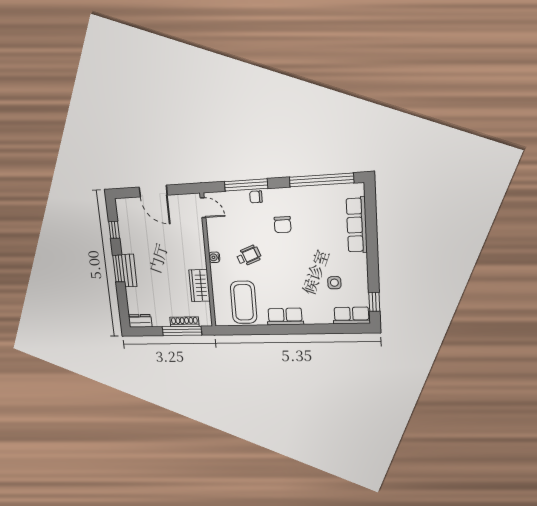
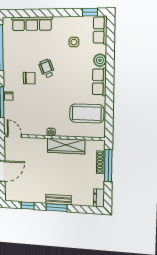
door: (203, 208) -> (15, 136), hinge flipped
wheelchair: (249, 256) -> (47, 68), moved
wardrobe: (199, 286) -> (66, 146), width x1.50
plant: (313, 316) -> (100, 60), added

